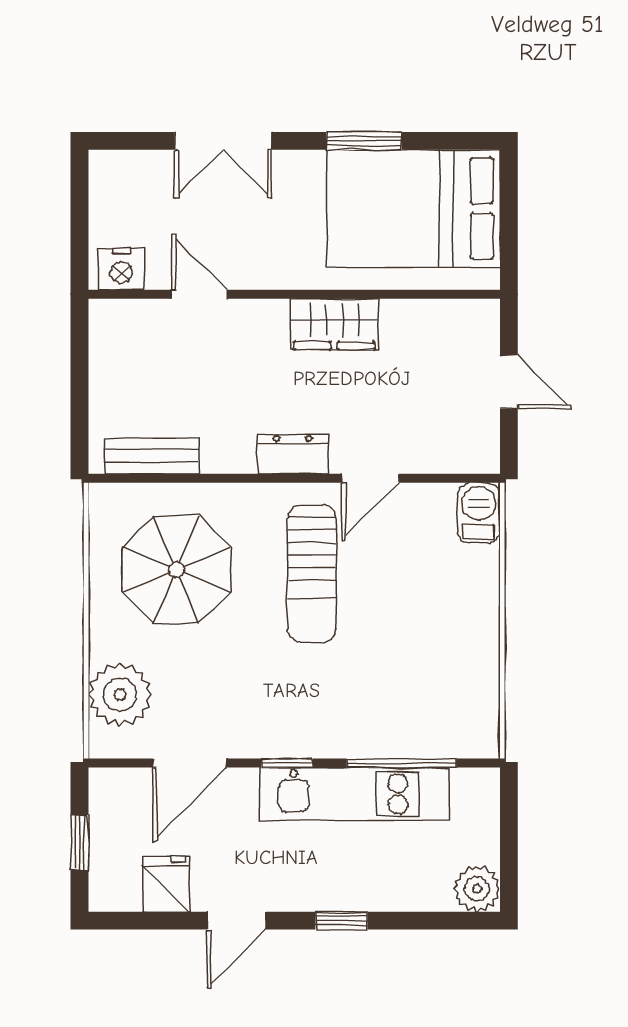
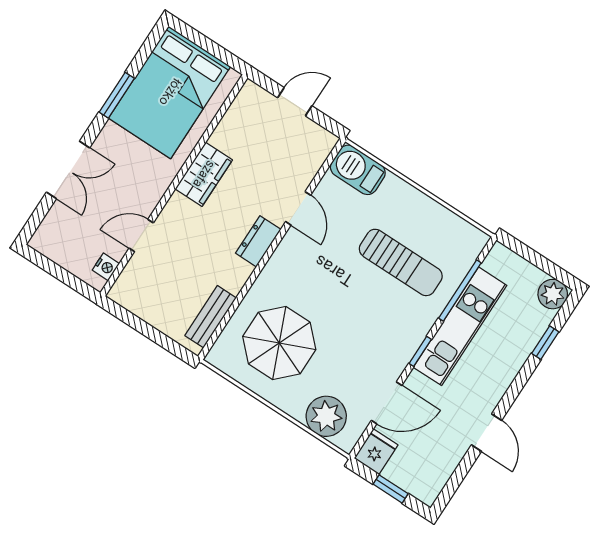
nightstand: (121, 269) -> (106, 267), width x0.72, depth x0.74
barbecue: (479, 513) -> (358, 170), width x1.38, depth x1.27
sun lounger: (312, 574) -> (401, 262), moved
door: (190, 763) -> (387, 403), hinge flipped
fridge: (166, 884) -> (376, 452), moved, turned 90
window: (342, 921) -> (545, 343), moved

